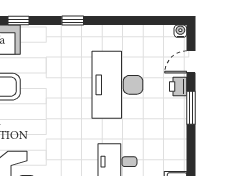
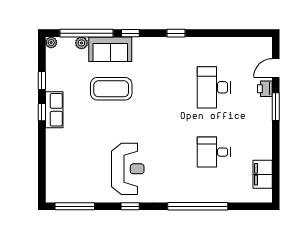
water cooler: (180, 31) -> (267, 42), removed
desk: (117, 85) -> (214, 87), width x0.73, depth x0.77

